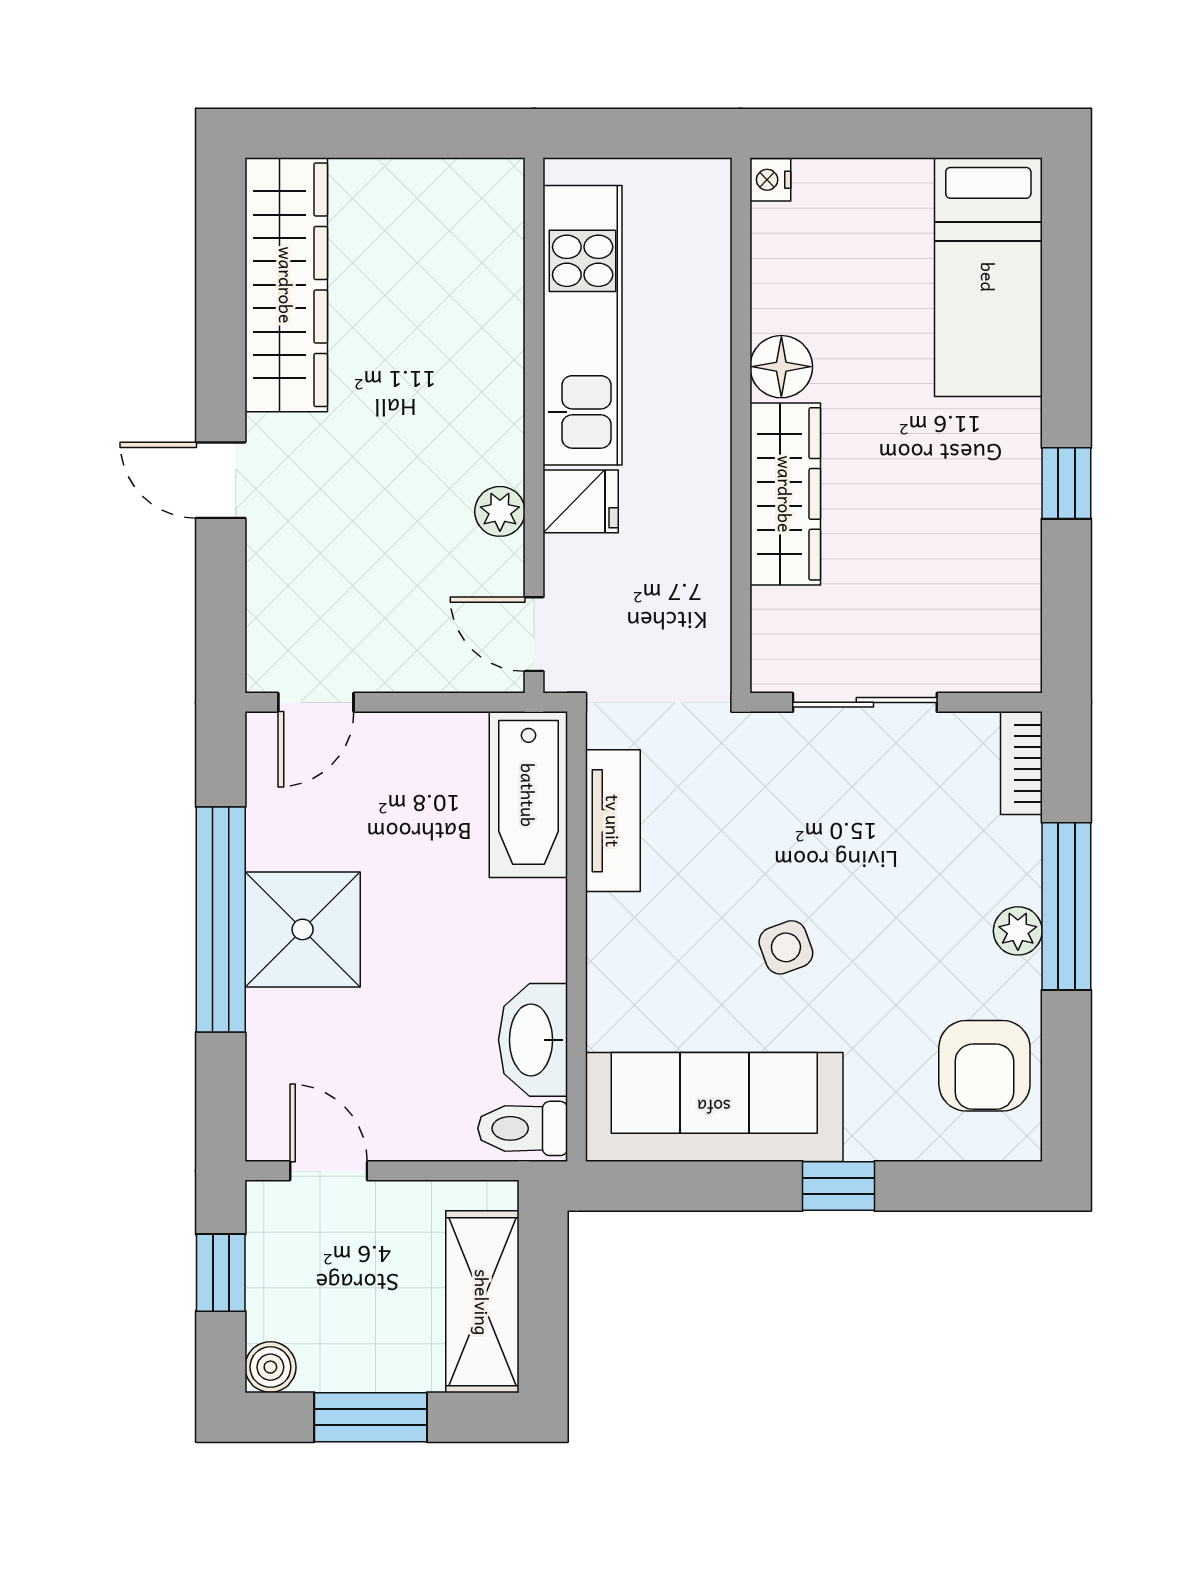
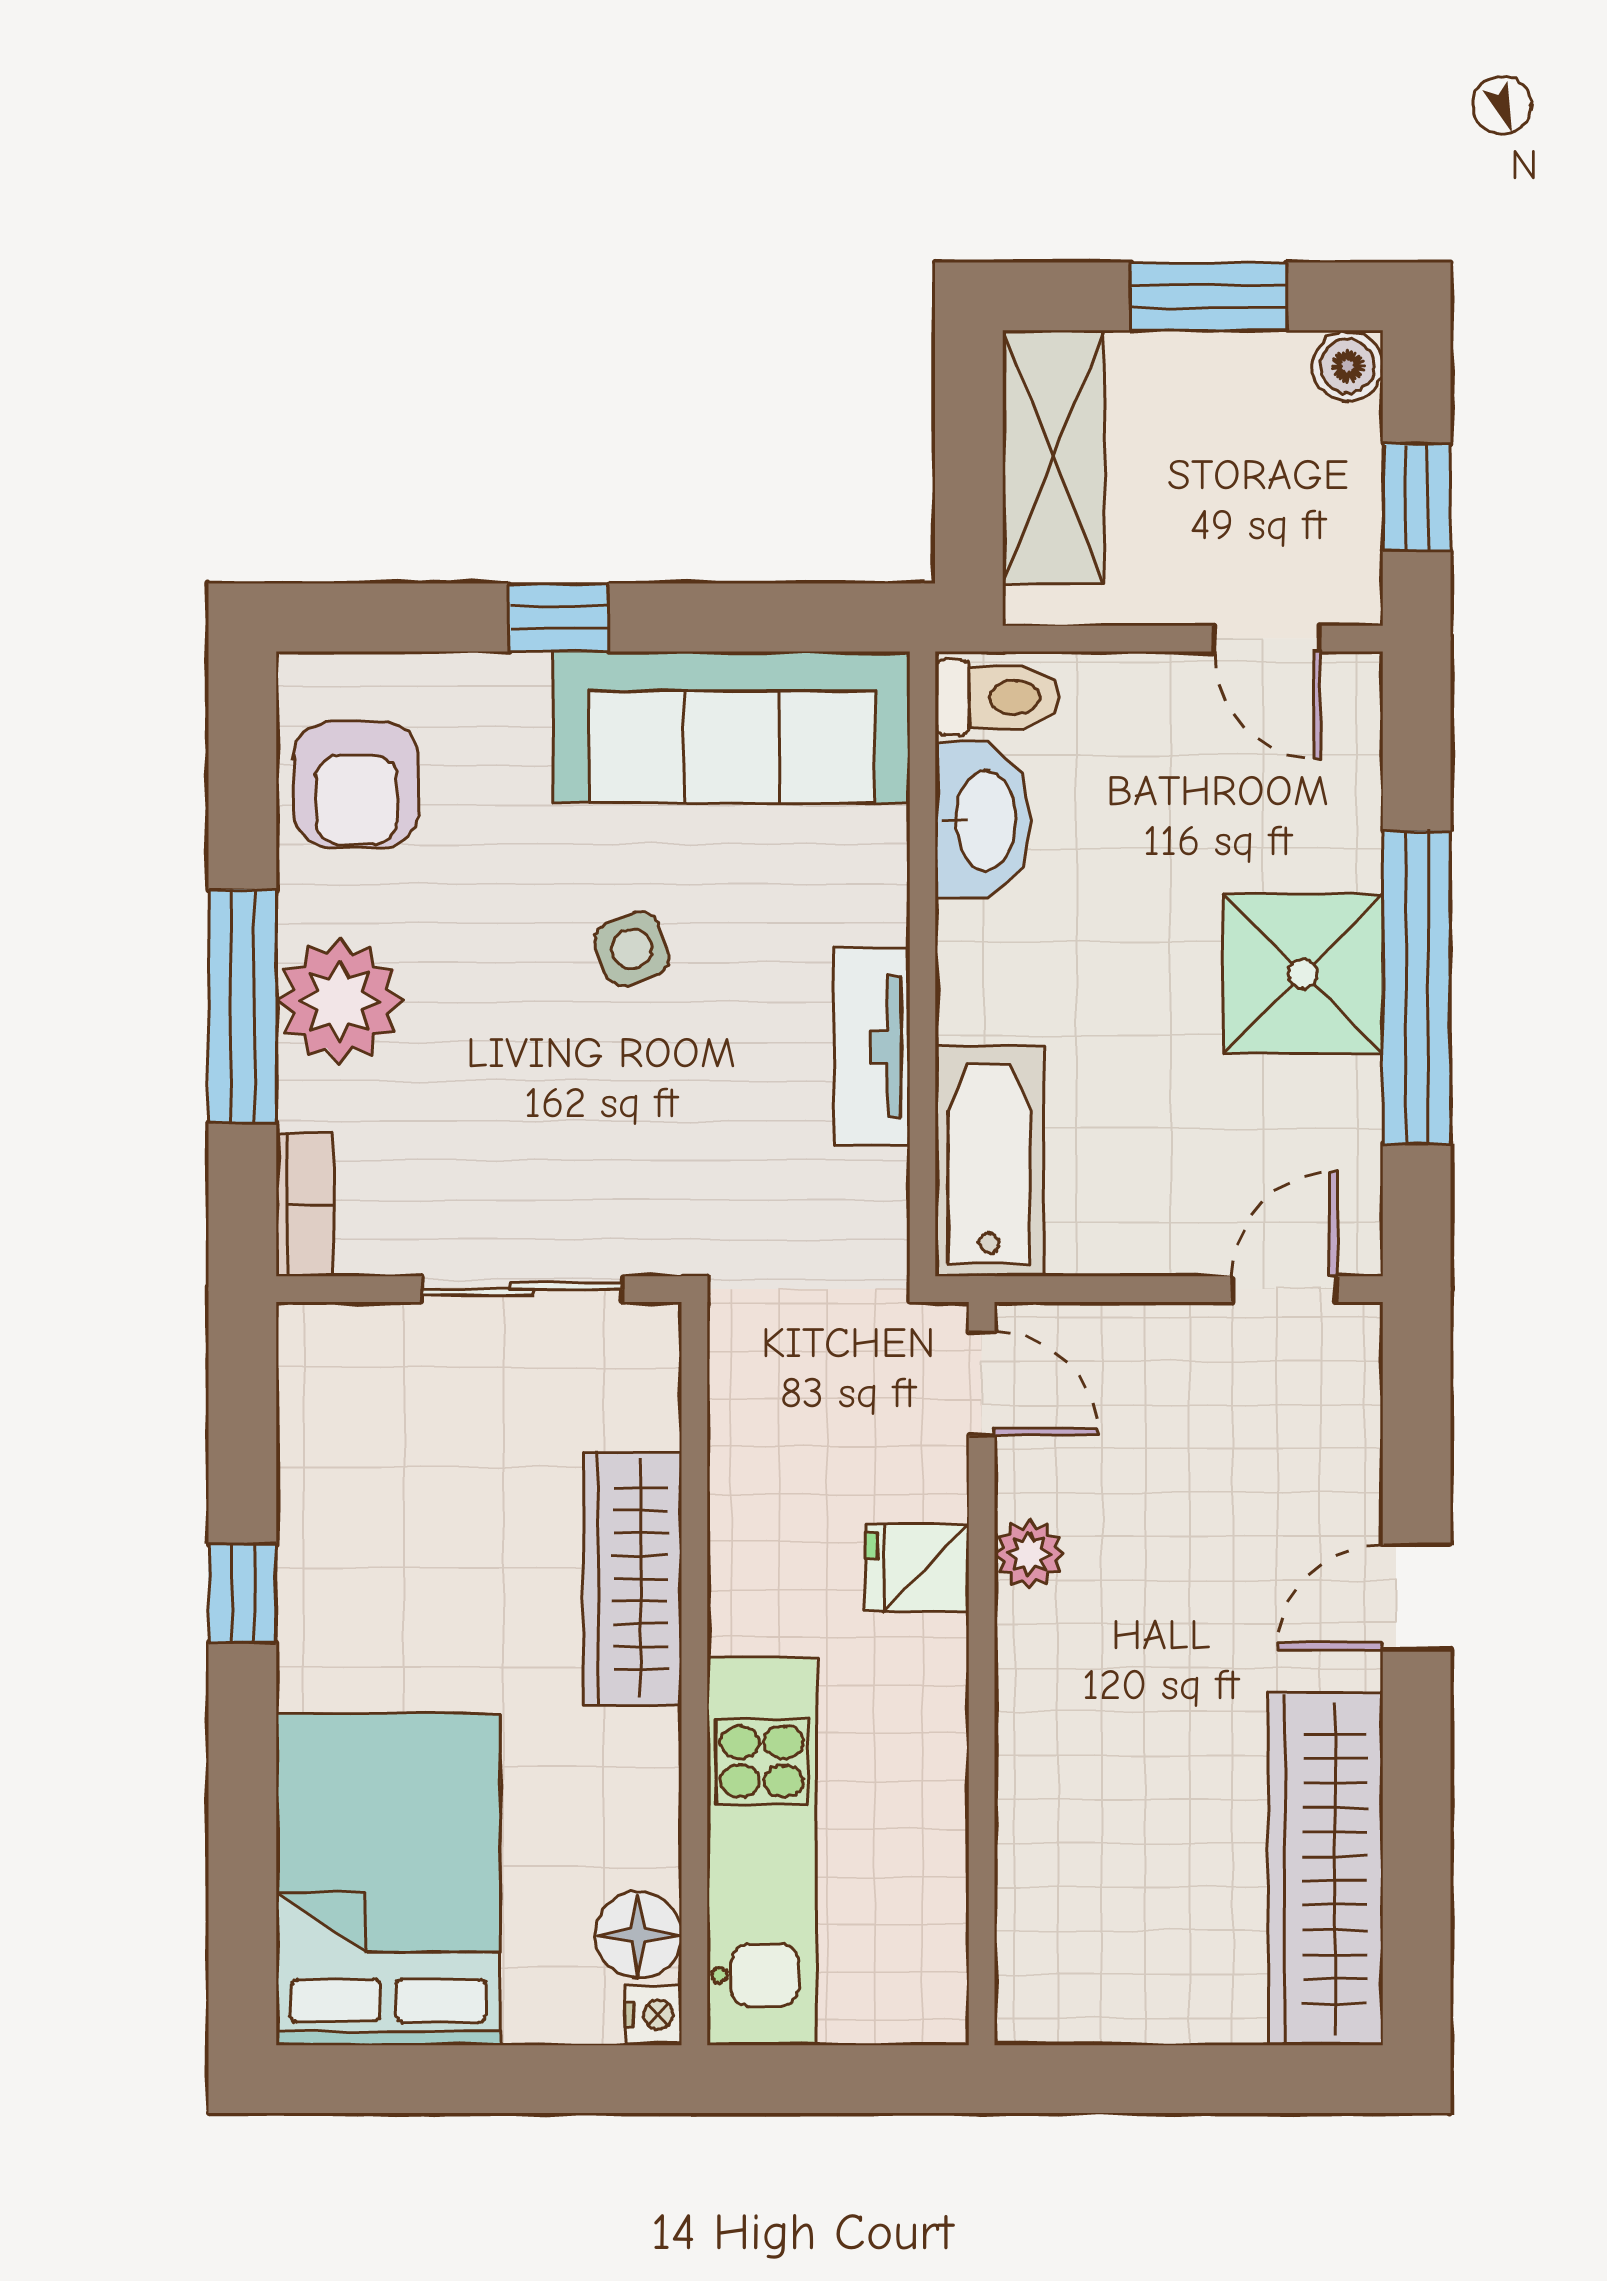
bed: (988, 277) -> (388, 1879), width x1.50
kitchen unit: (583, 325) -> (762, 1851), moved, turned 180
floor lamp: (781, 367) -> (638, 1935), moved
door: (221, 480) -> (1417, 1597), swing flipped
tv unit: (613, 821) -> (872, 1047), moved
plant: (1018, 931) -> (339, 1001), width x1.87, depth x1.87
armchair: (984, 1066) -> (356, 784), turned 180

